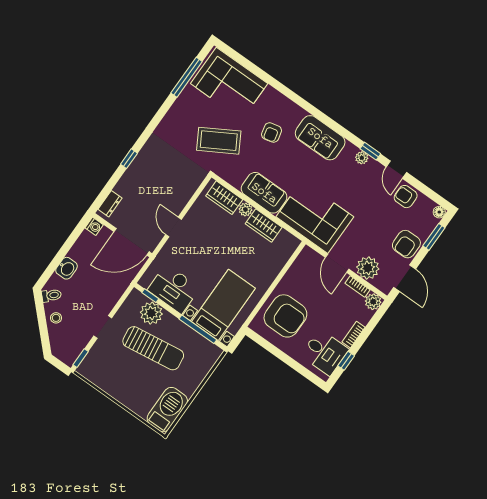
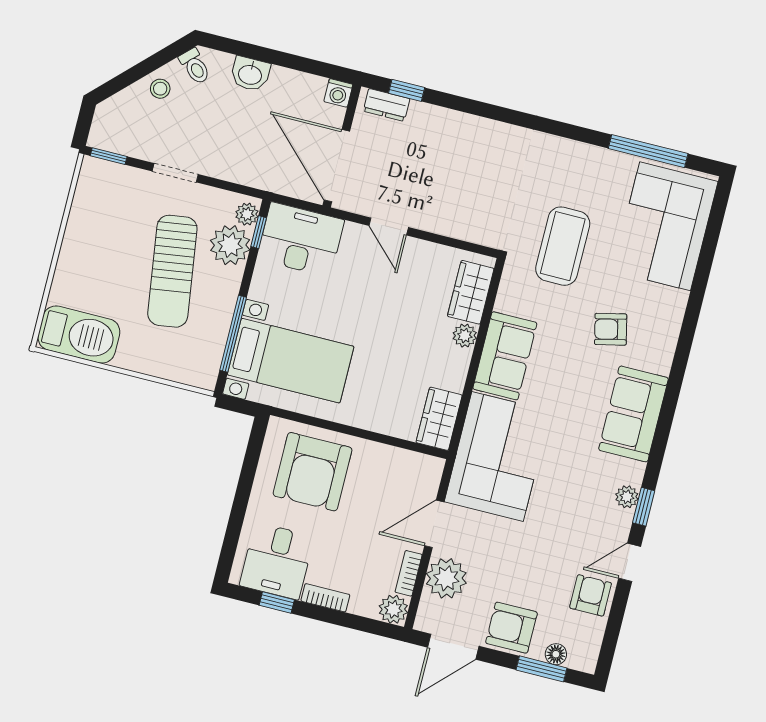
coffee table: (219, 141) -> (563, 246), turned 30
window: (129, 159) -> (407, 90), moved
floor lamp: (439, 212) -> (556, 654), moved
wardrobe: (264, 226) -> (439, 419), moved
door: (174, 227) -> (389, 226), swing flipped
desk: (174, 289) -> (301, 240), moved, turned 90
plant: (139, 298) -> (247, 214), added

